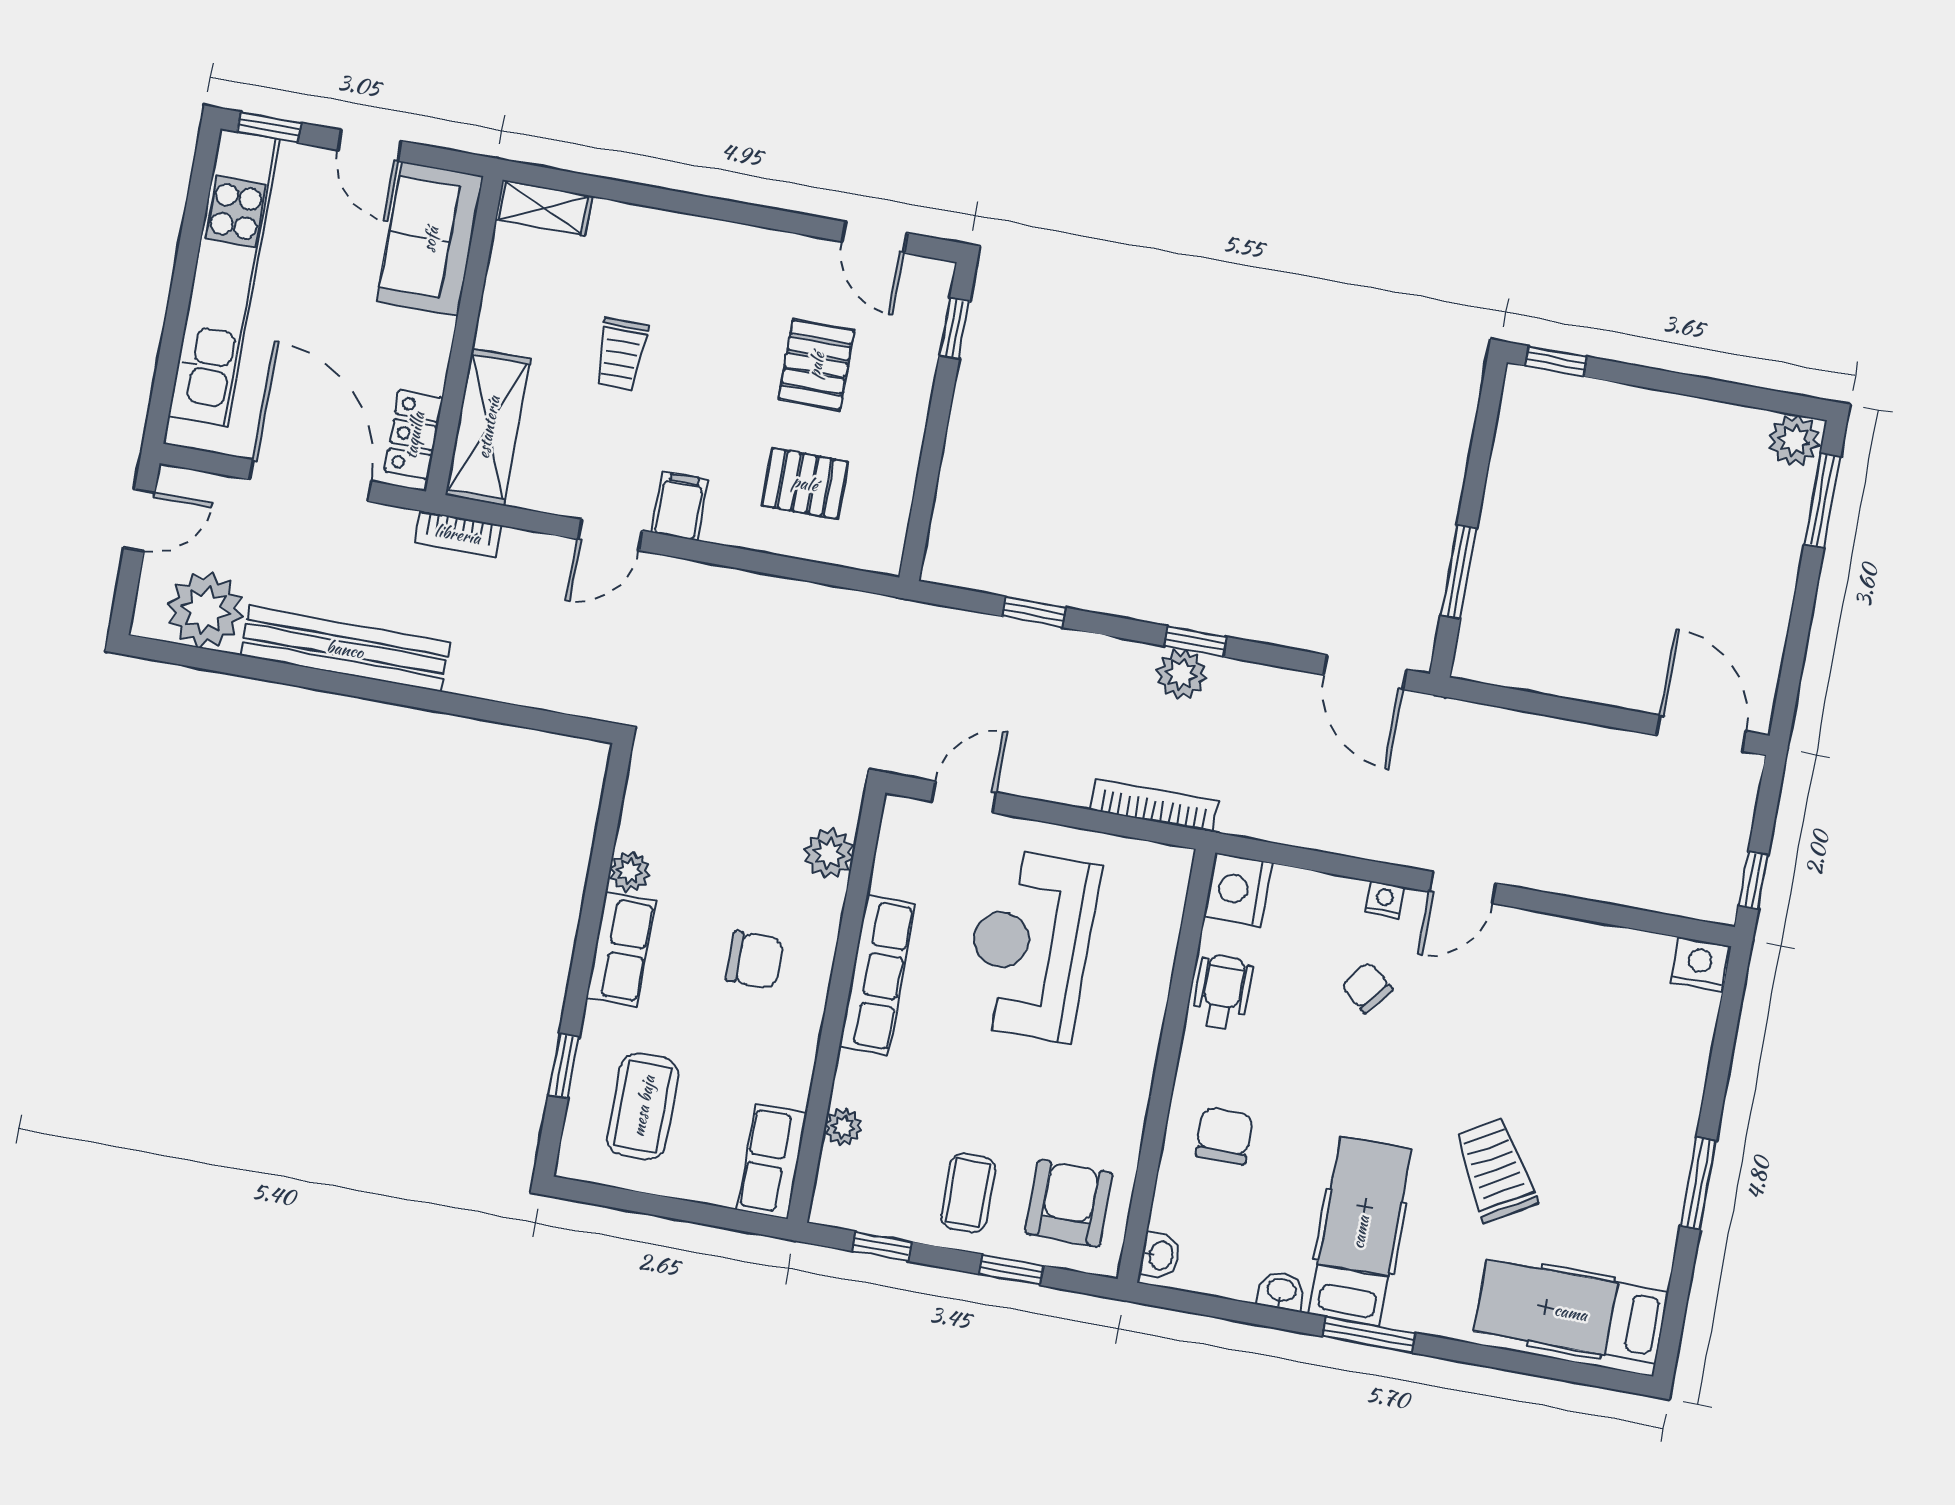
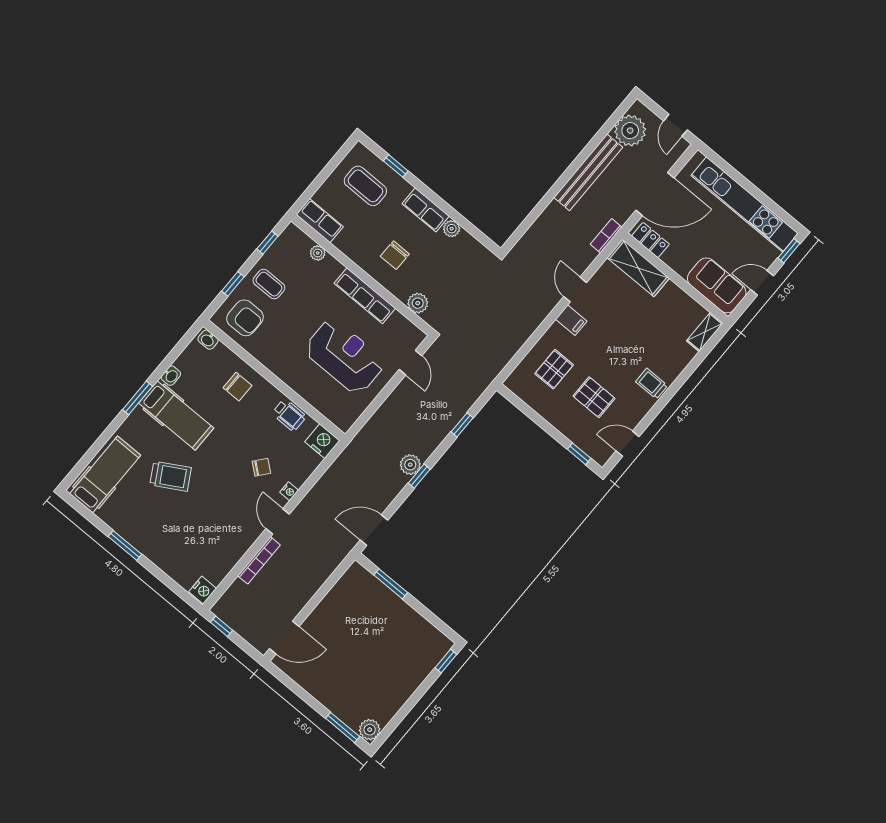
trolley: (621, 354) -> (652, 384), moved
bookcase: (1154, 805) -> (259, 560), moved

